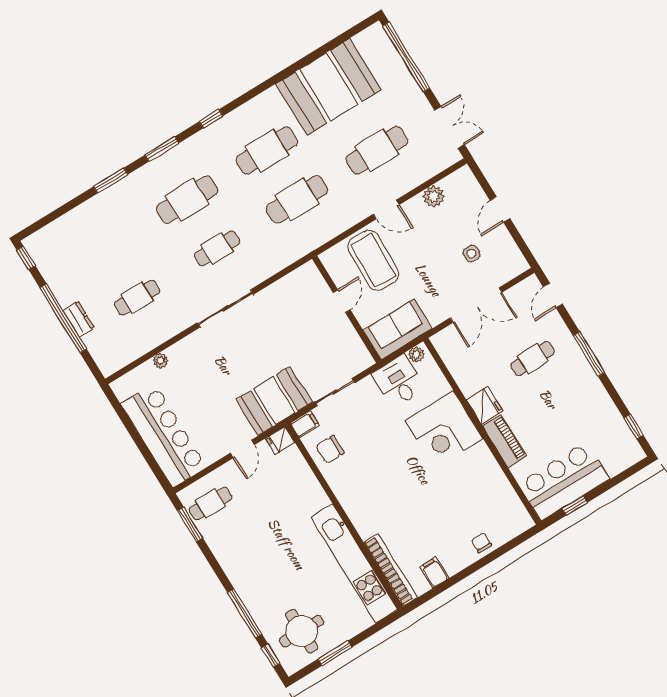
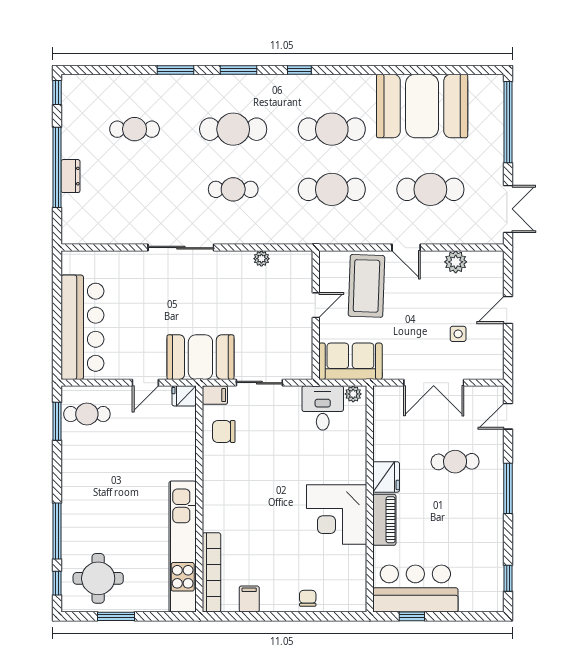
cafe table: (137, 298) -> (135, 129), moved
sliding door: (225, 308) -> (181, 248), moved
plant: (161, 361) -> (261, 259), moved
corner desk: (444, 430) -> (337, 514), moved

